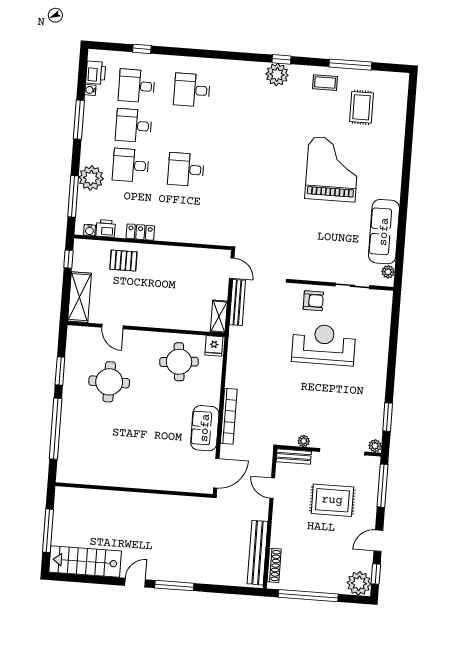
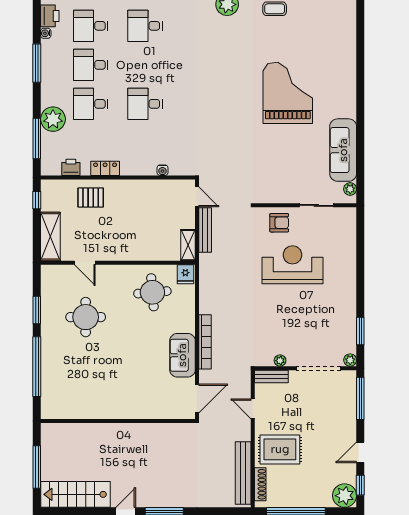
rug: (361, 107) -> (312, 30), removed
water cooler: (90, 230) -> (163, 170), moved
rug: (332, 500) -> (280, 449), moved

